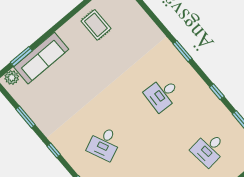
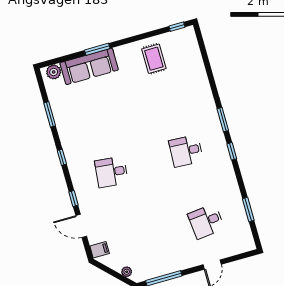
window: (21, 56) -> (97, 49), moved
window: (217, 92) -> (232, 151), moved
desk: (104, 143) -> (112, 172), turned 30

